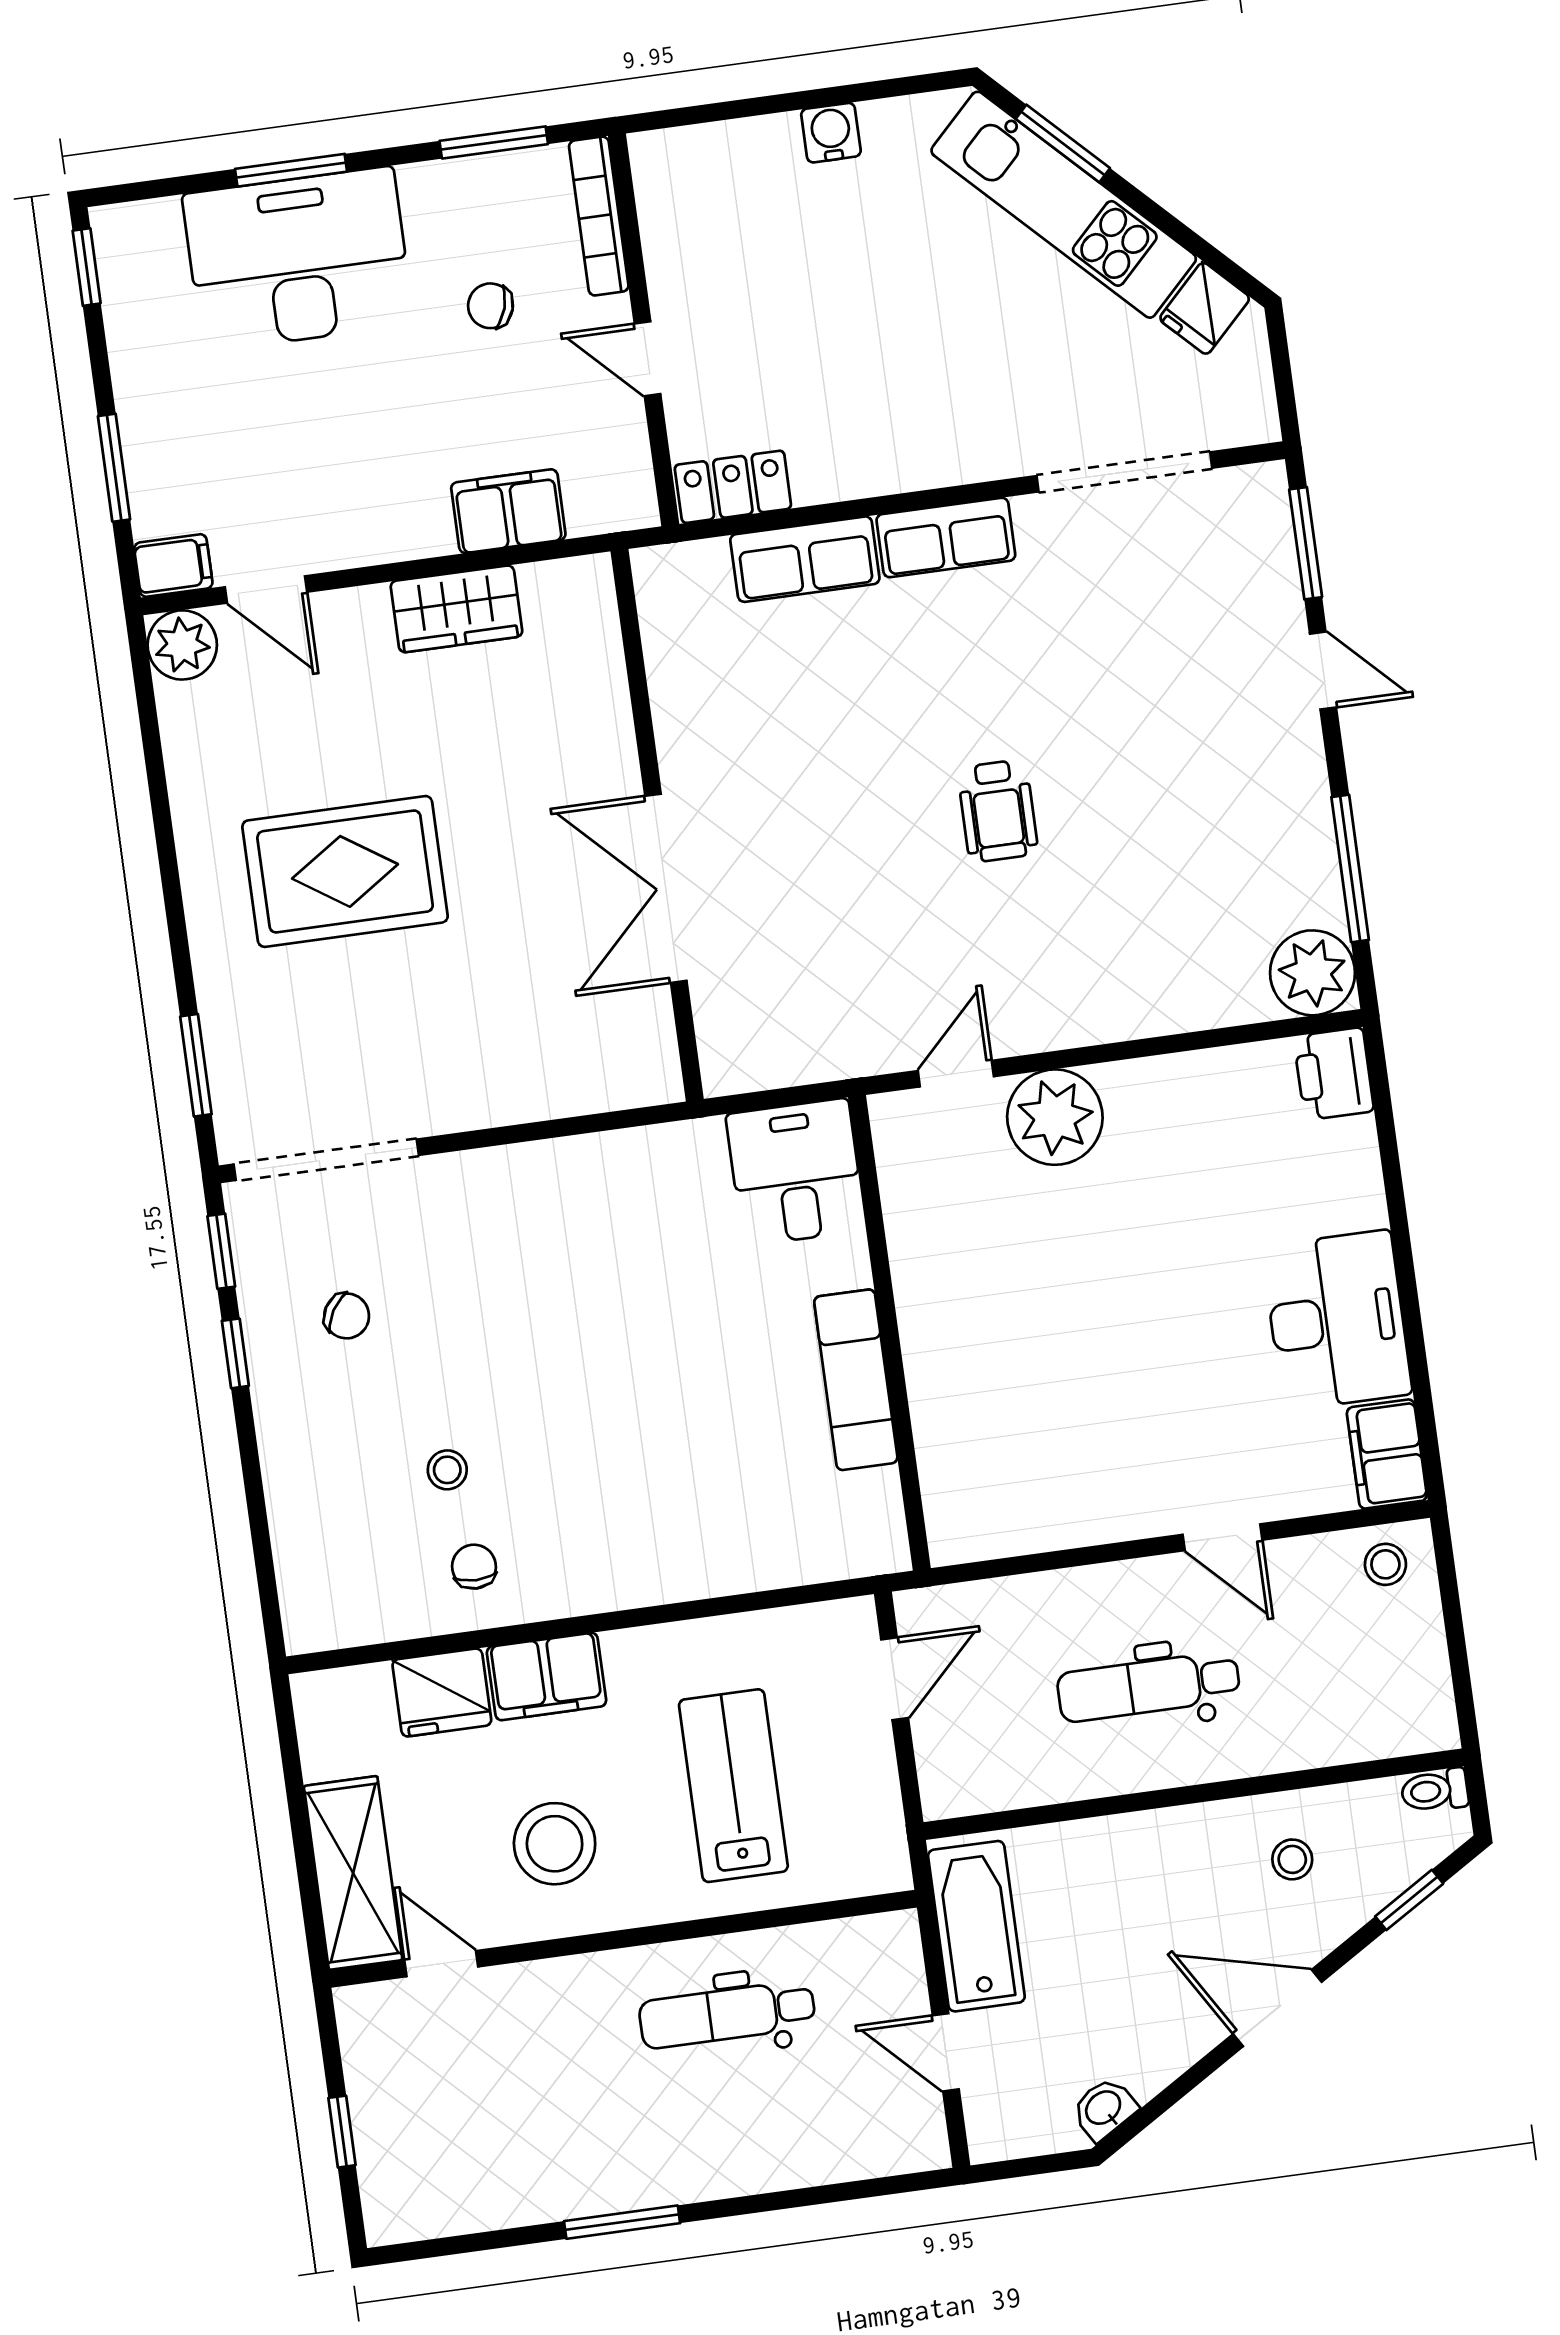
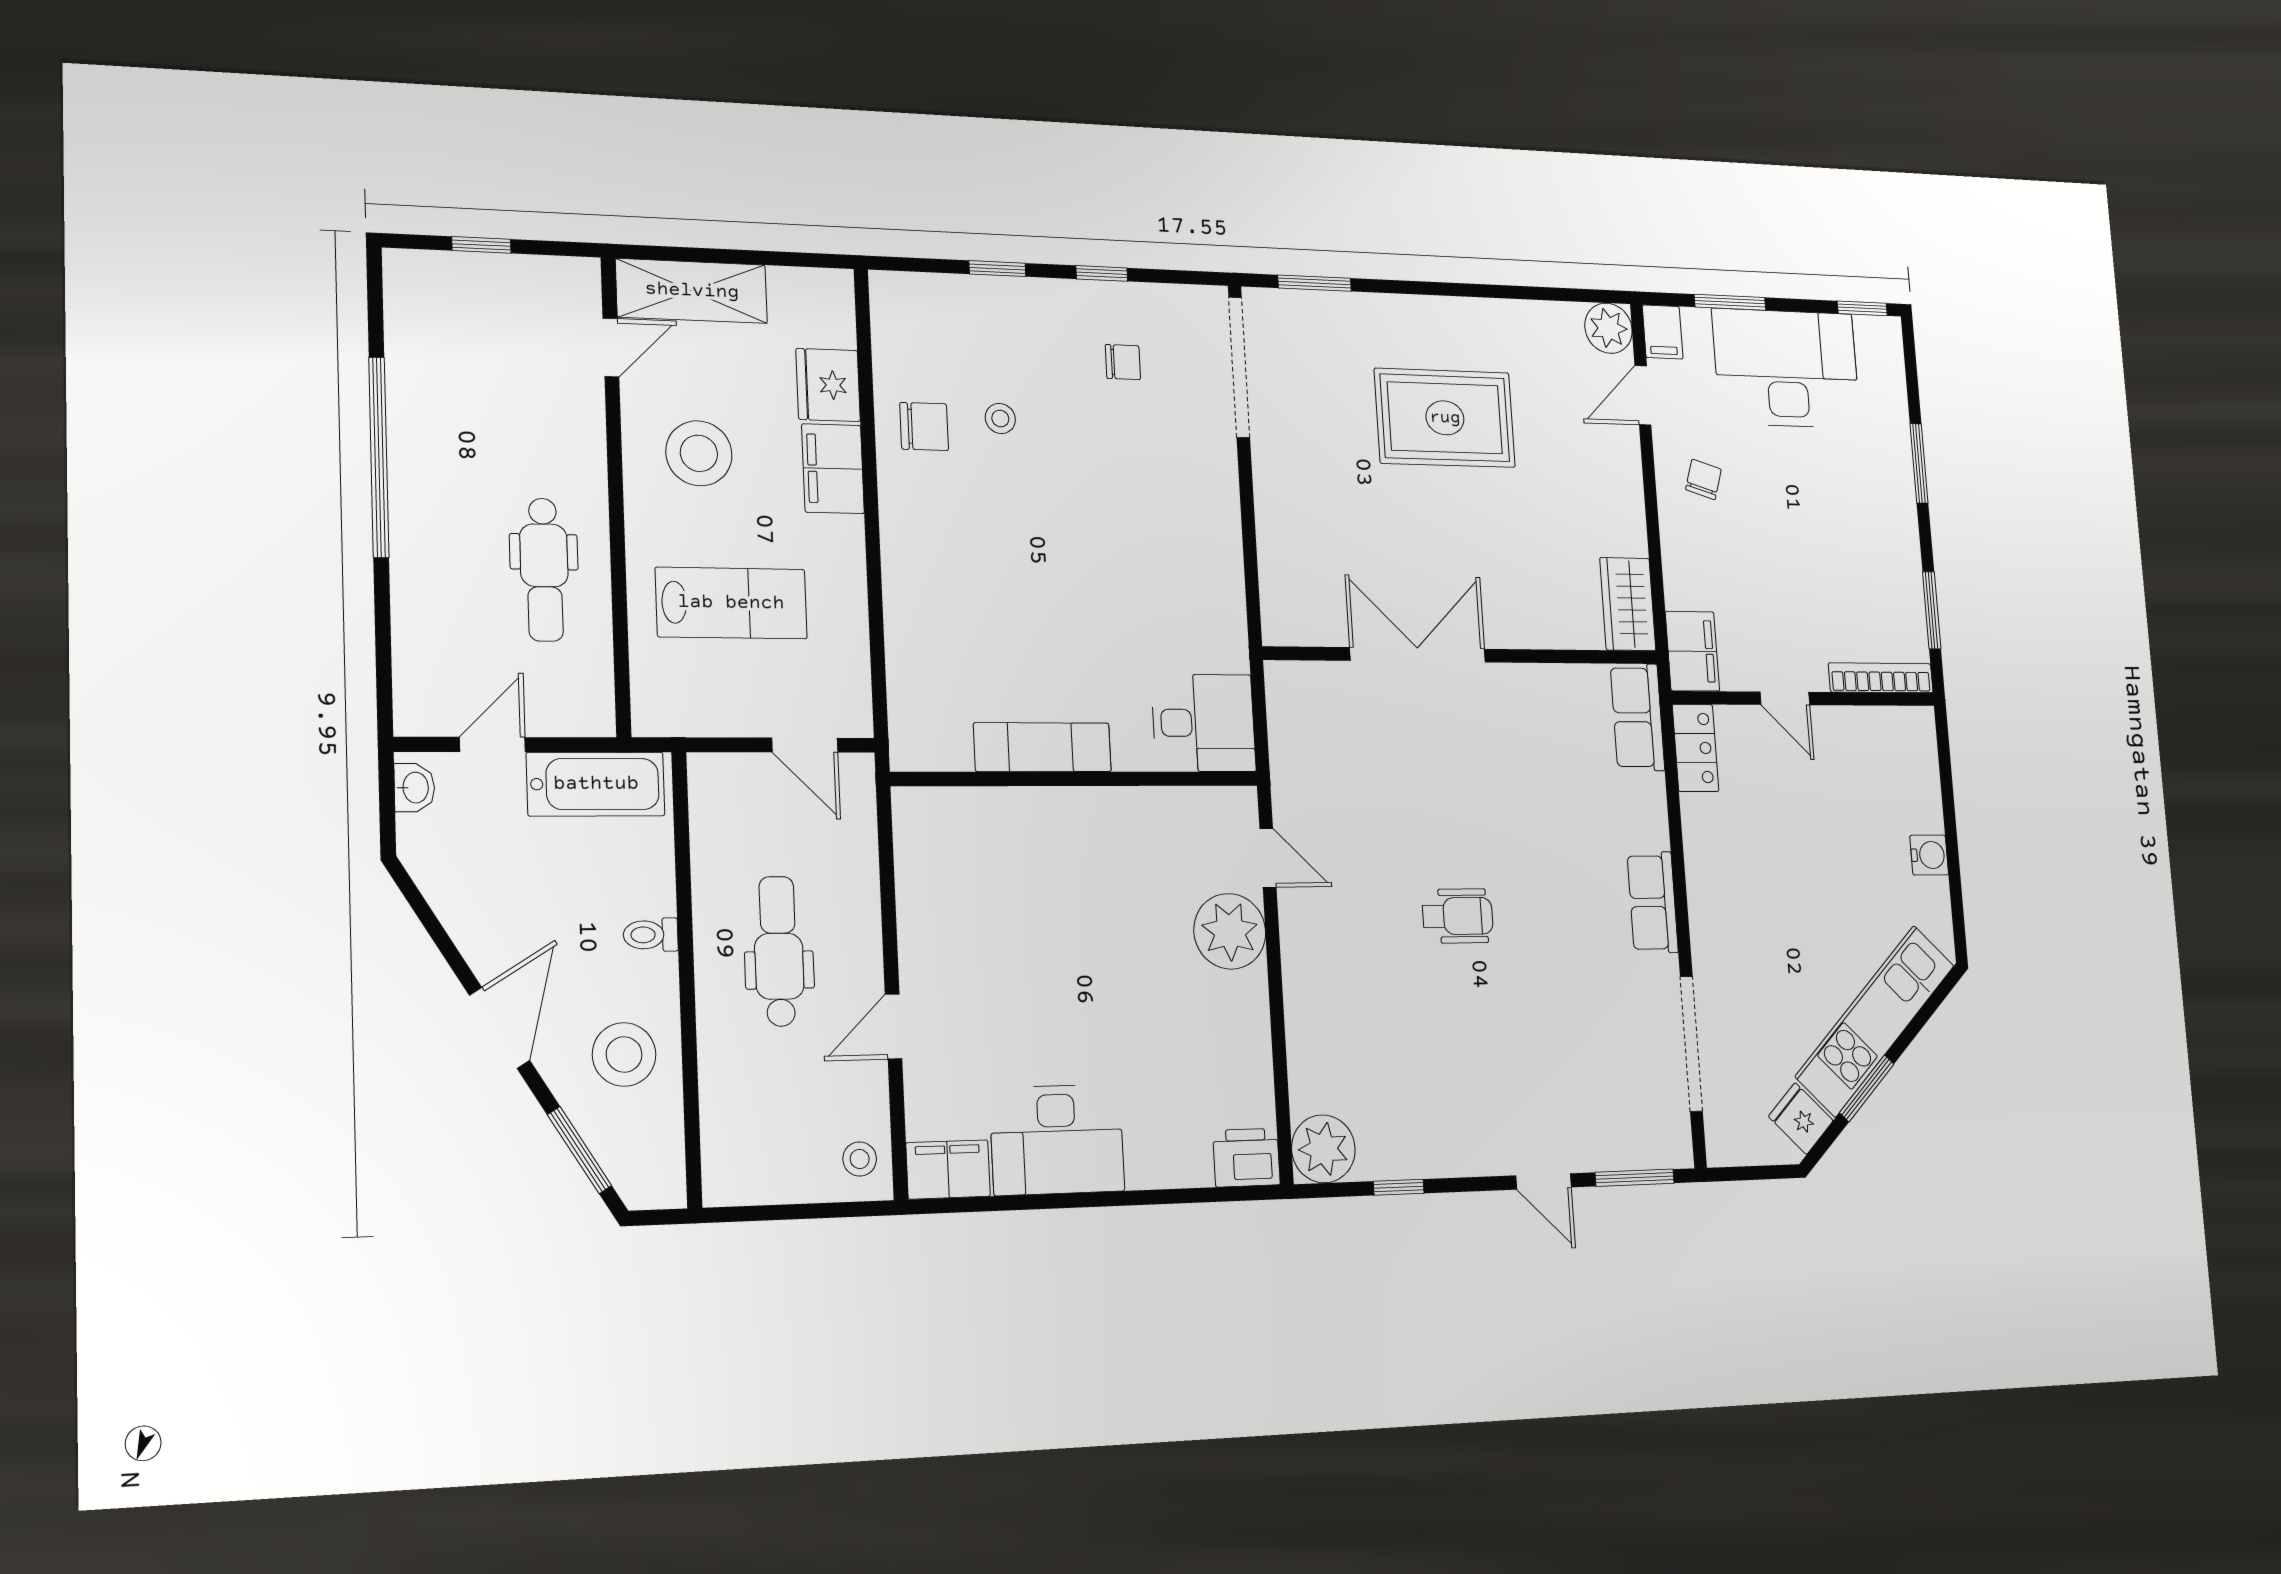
window: (1063, 143) -> (1867, 1088), moved
desk: (298, 259) -> (1786, 368), moved, turned -90
chair: (490, 306) -> (1703, 479), moved
door: (648, 359) -> (1785, 698), swing flipped
filing cabinet: (508, 511) -> (1692, 651), moved
row of seats: (805, 559) -> (1637, 717), moved
wardrobe: (456, 609) -> (1628, 604), moved
door: (1323, 671) -> (1544, 1181), hinge flipped
wheelchair: (998, 811) -> (1458, 916), turned 180
window: (1350, 868) -> (1399, 1187), width x0.46
rug: (345, 871) -> (1445, 418), turned 90
window: (221, 1251) -> (997, 269), moved
chair: (347, 1316) -> (1123, 362), turned -121
chair: (474, 1567) -> (924, 427), width x1.37, depth x1.37
toilet: (1435, 1790) -> (651, 935), moved, turned -90
stool: (1292, 1859) -> (624, 1054), width x1.89, depth x1.89
window: (1409, 1900) -> (580, 1150), width x1.50
dental chair: (727, 2014) -> (544, 570), turned 180
washbasin: (1104, 2109) -> (414, 788), moved, turned 32
window: (622, 2222) -> (379, 457), width x2.11

